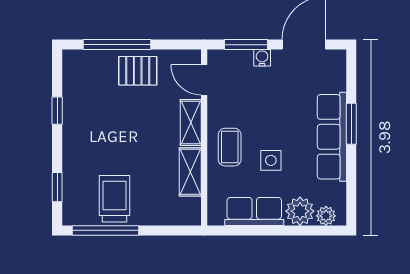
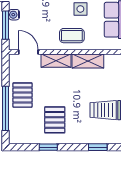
door: (204, 80) -> (28, 52), swing flipped
pallet: (99, 121) -> (55, 120), added

